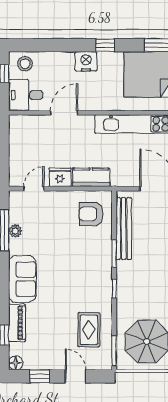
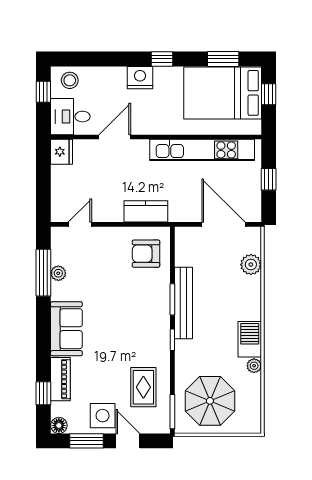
fridge: (60, 177) -> (62, 152), moved, turned 90
bench: (124, 229) -> (184, 303), moved
side table: (54, 354) -> (103, 416), added
window: (40, 376) -> (87, 441), width x1.50

